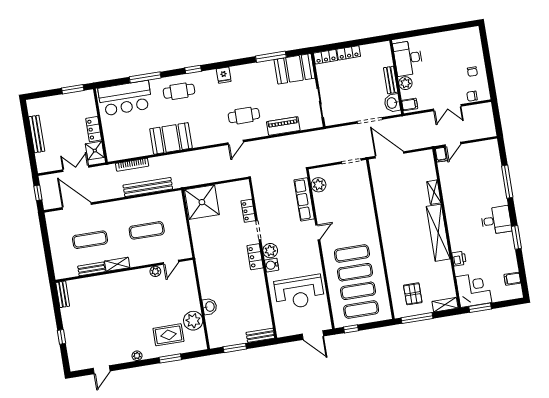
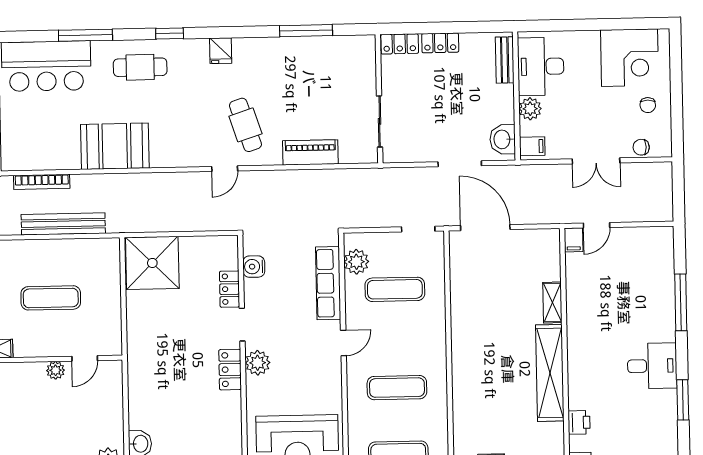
corner desk: (458, 46) -> (629, 58), added
booth: (294, 69) -> (344, 57), removed
bench: (391, 80) -> (505, 60), moved
cafe table: (244, 116) -> (245, 125), turned 72
water cooler: (272, 265) -> (254, 267), moved
exercise mat: (355, 272) -> (395, 289), moved

